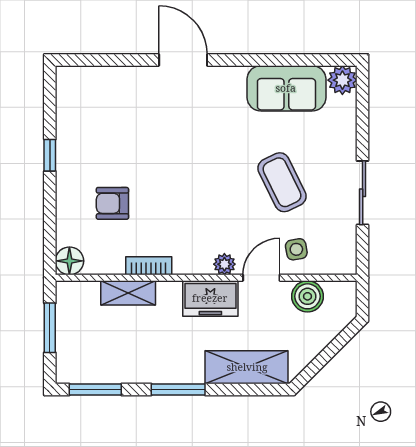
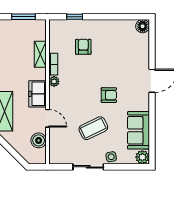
armchair: (213, 150) -> (109, 95), added
window: (50, 155) -> (75, 17), moved
side table: (296, 249) -> (111, 157), moved
floor lamp: (69, 261) -> (143, 26), moved
plant: (224, 264) -> (54, 81), moved

